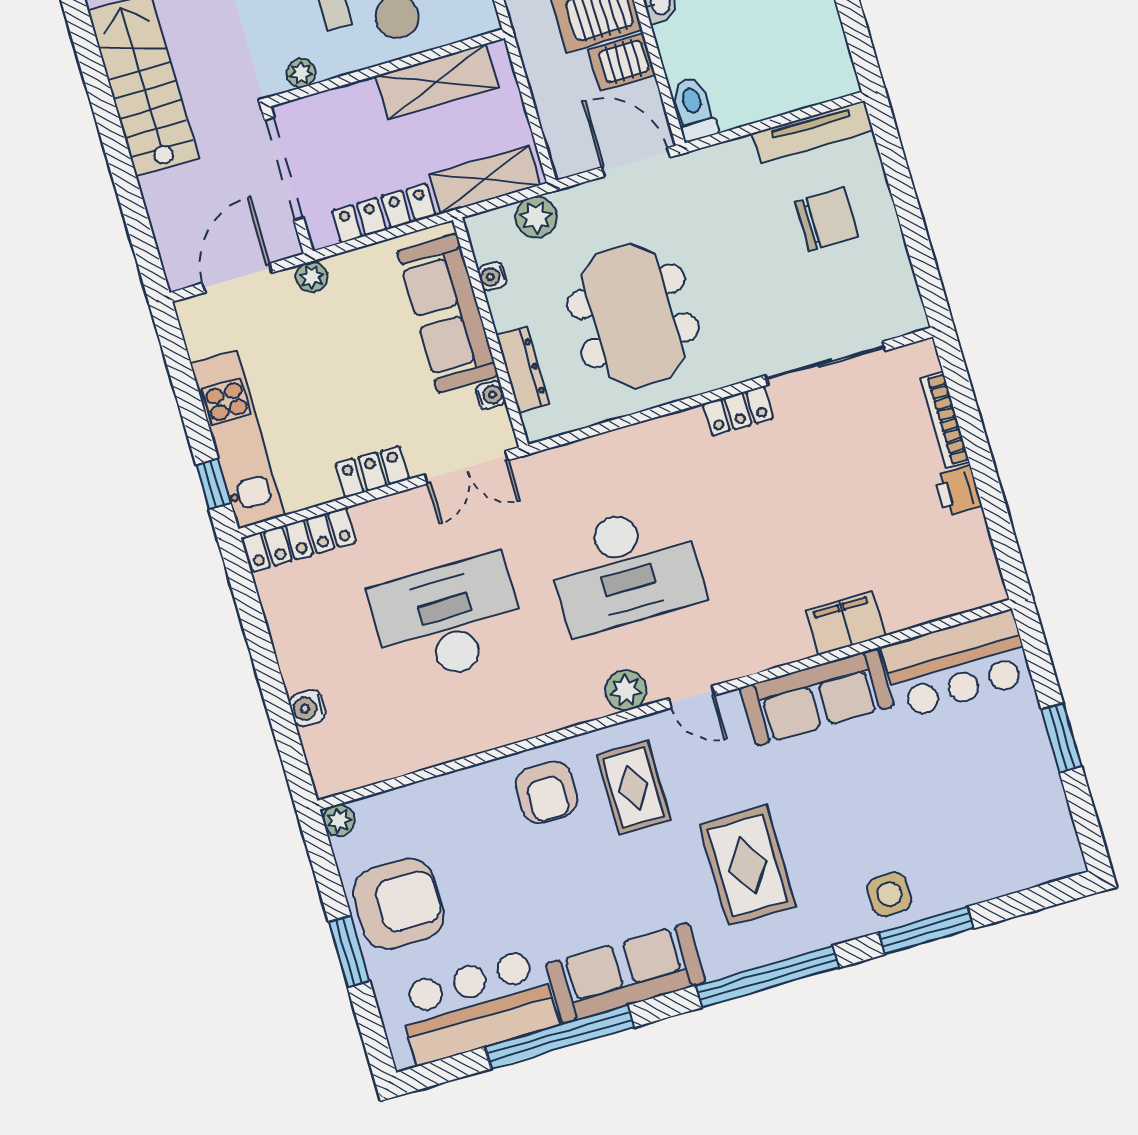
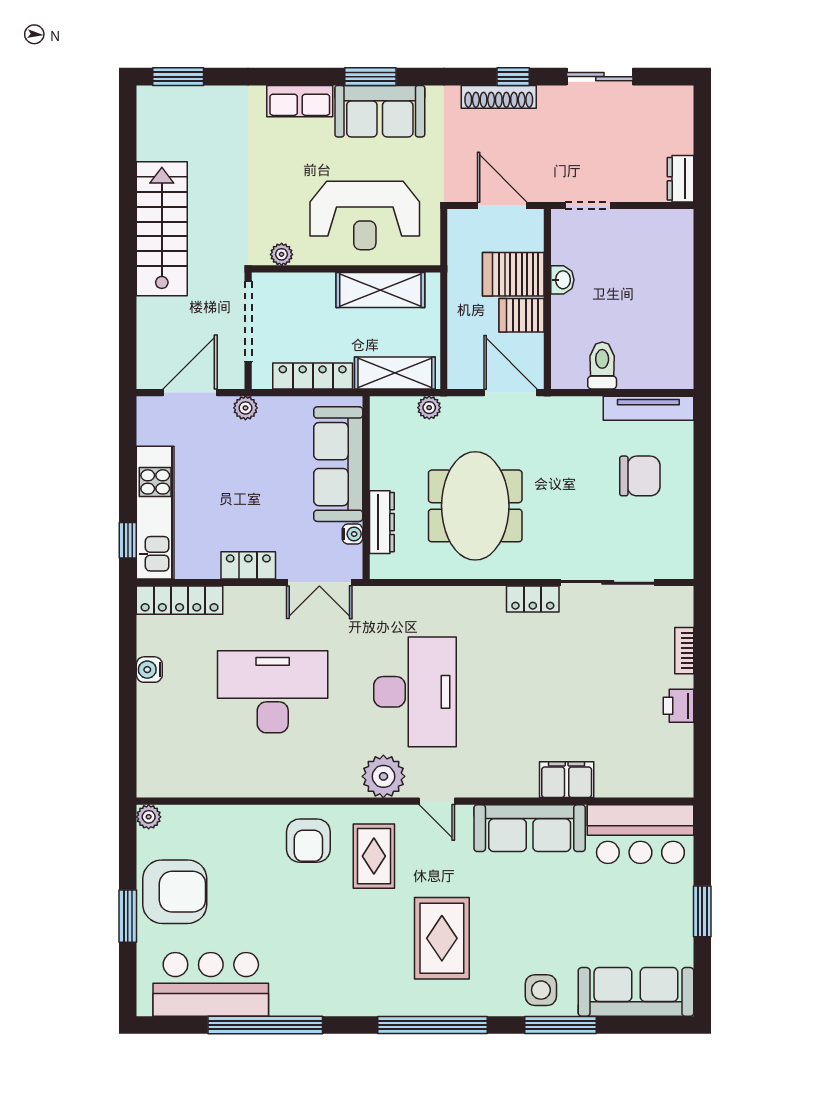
toilet: (694, 109) -> (602, 366), moved
plant: (536, 217) -> (429, 408), width x0.73, depth x0.73
water cooler: (492, 276) -> (380, 446), removed
bookcase: (945, 420) -> (684, 651), width x0.64
desk: (625, 569) -> (415, 692), turned -90
plant: (626, 690) -> (383, 776), width x1.36, depth x1.36
water cooler: (307, 708) -> (149, 670), moved
sofa: (626, 973) -> (636, 992), moved

